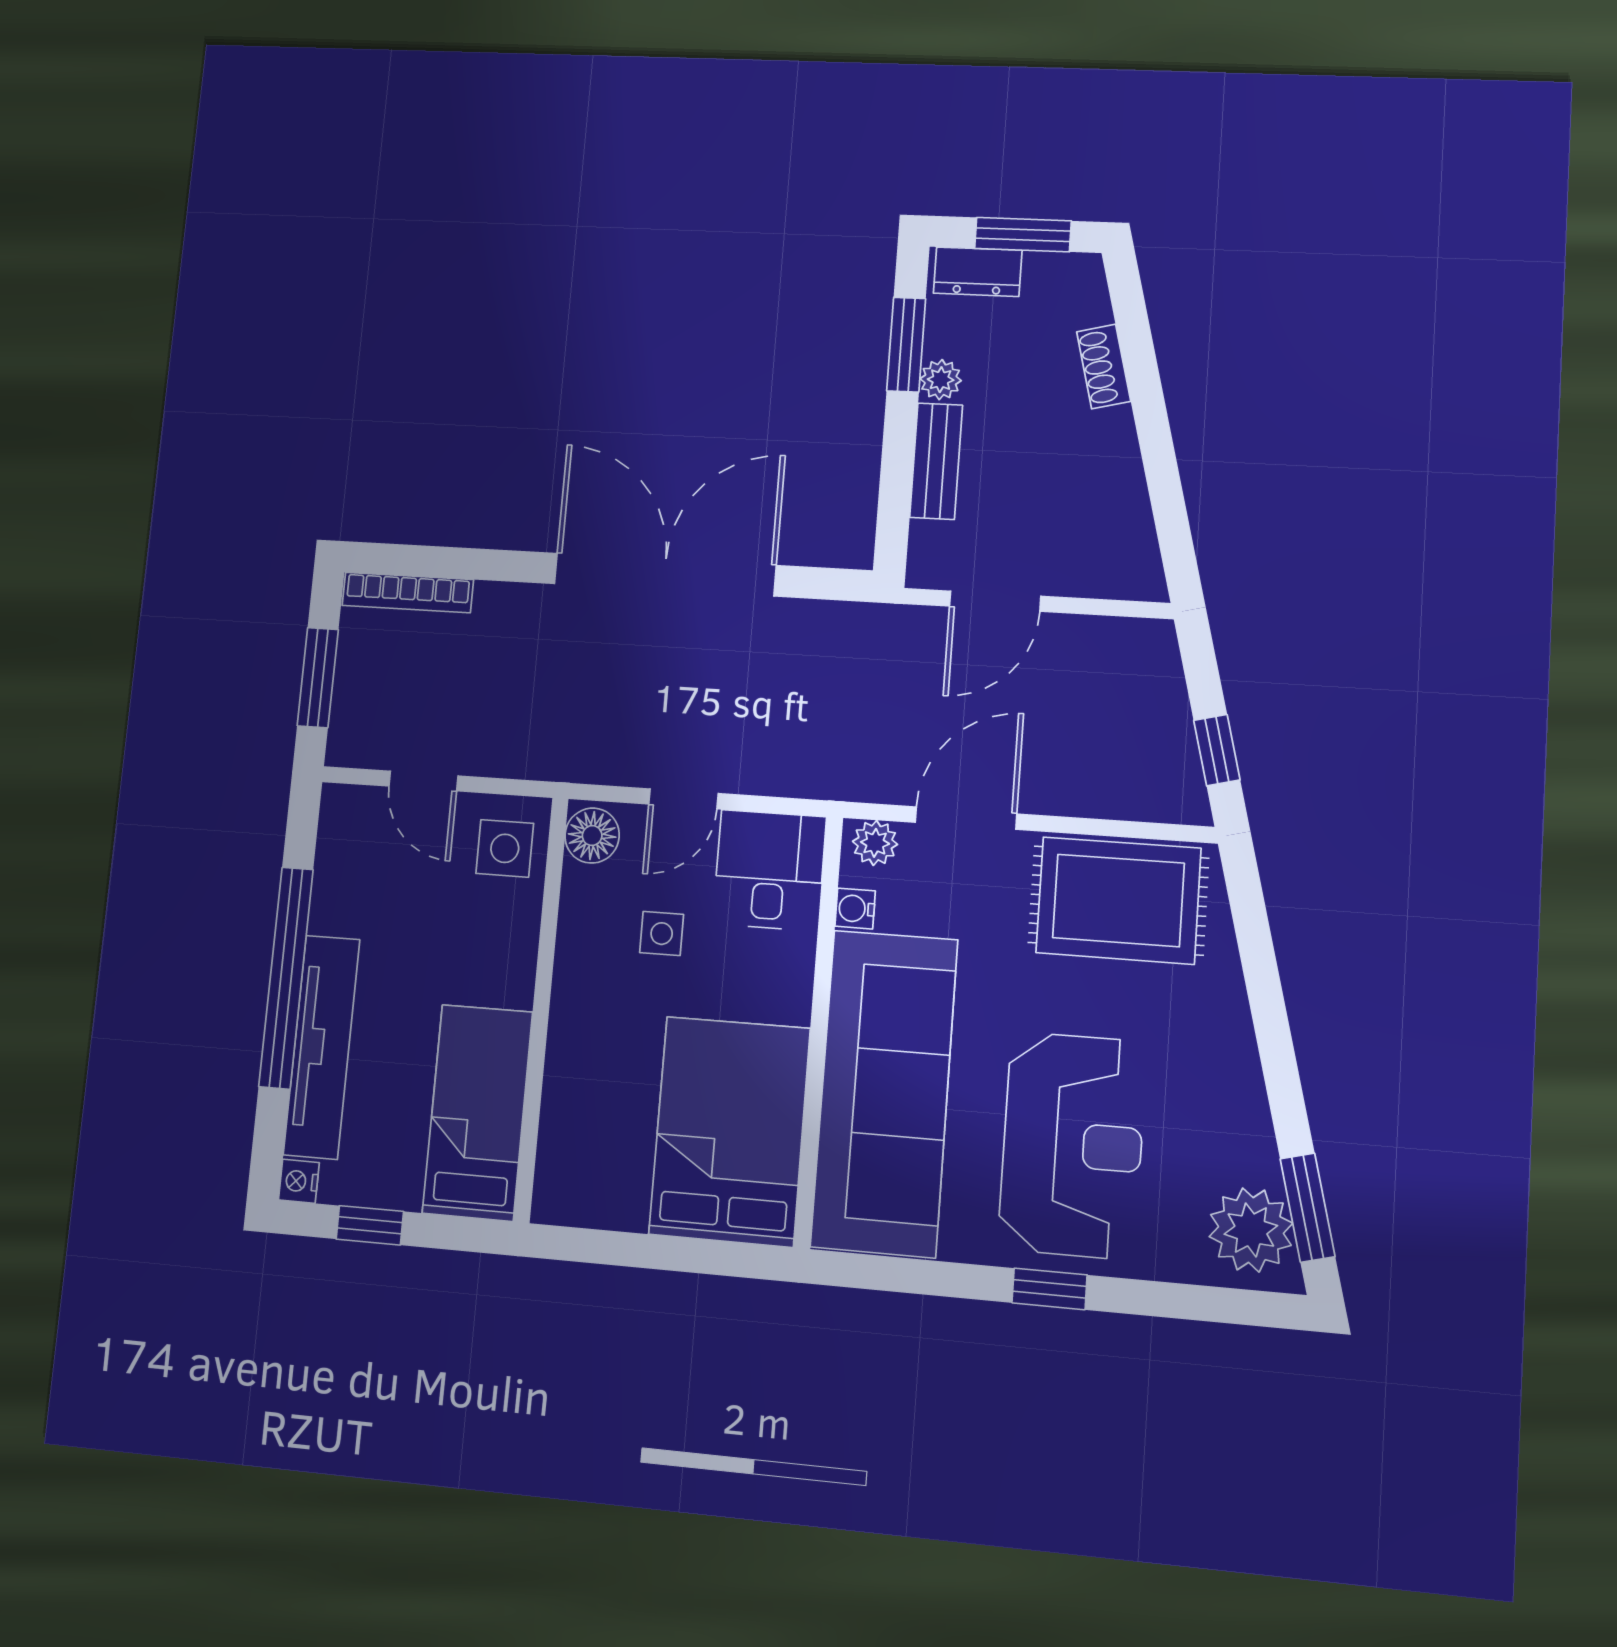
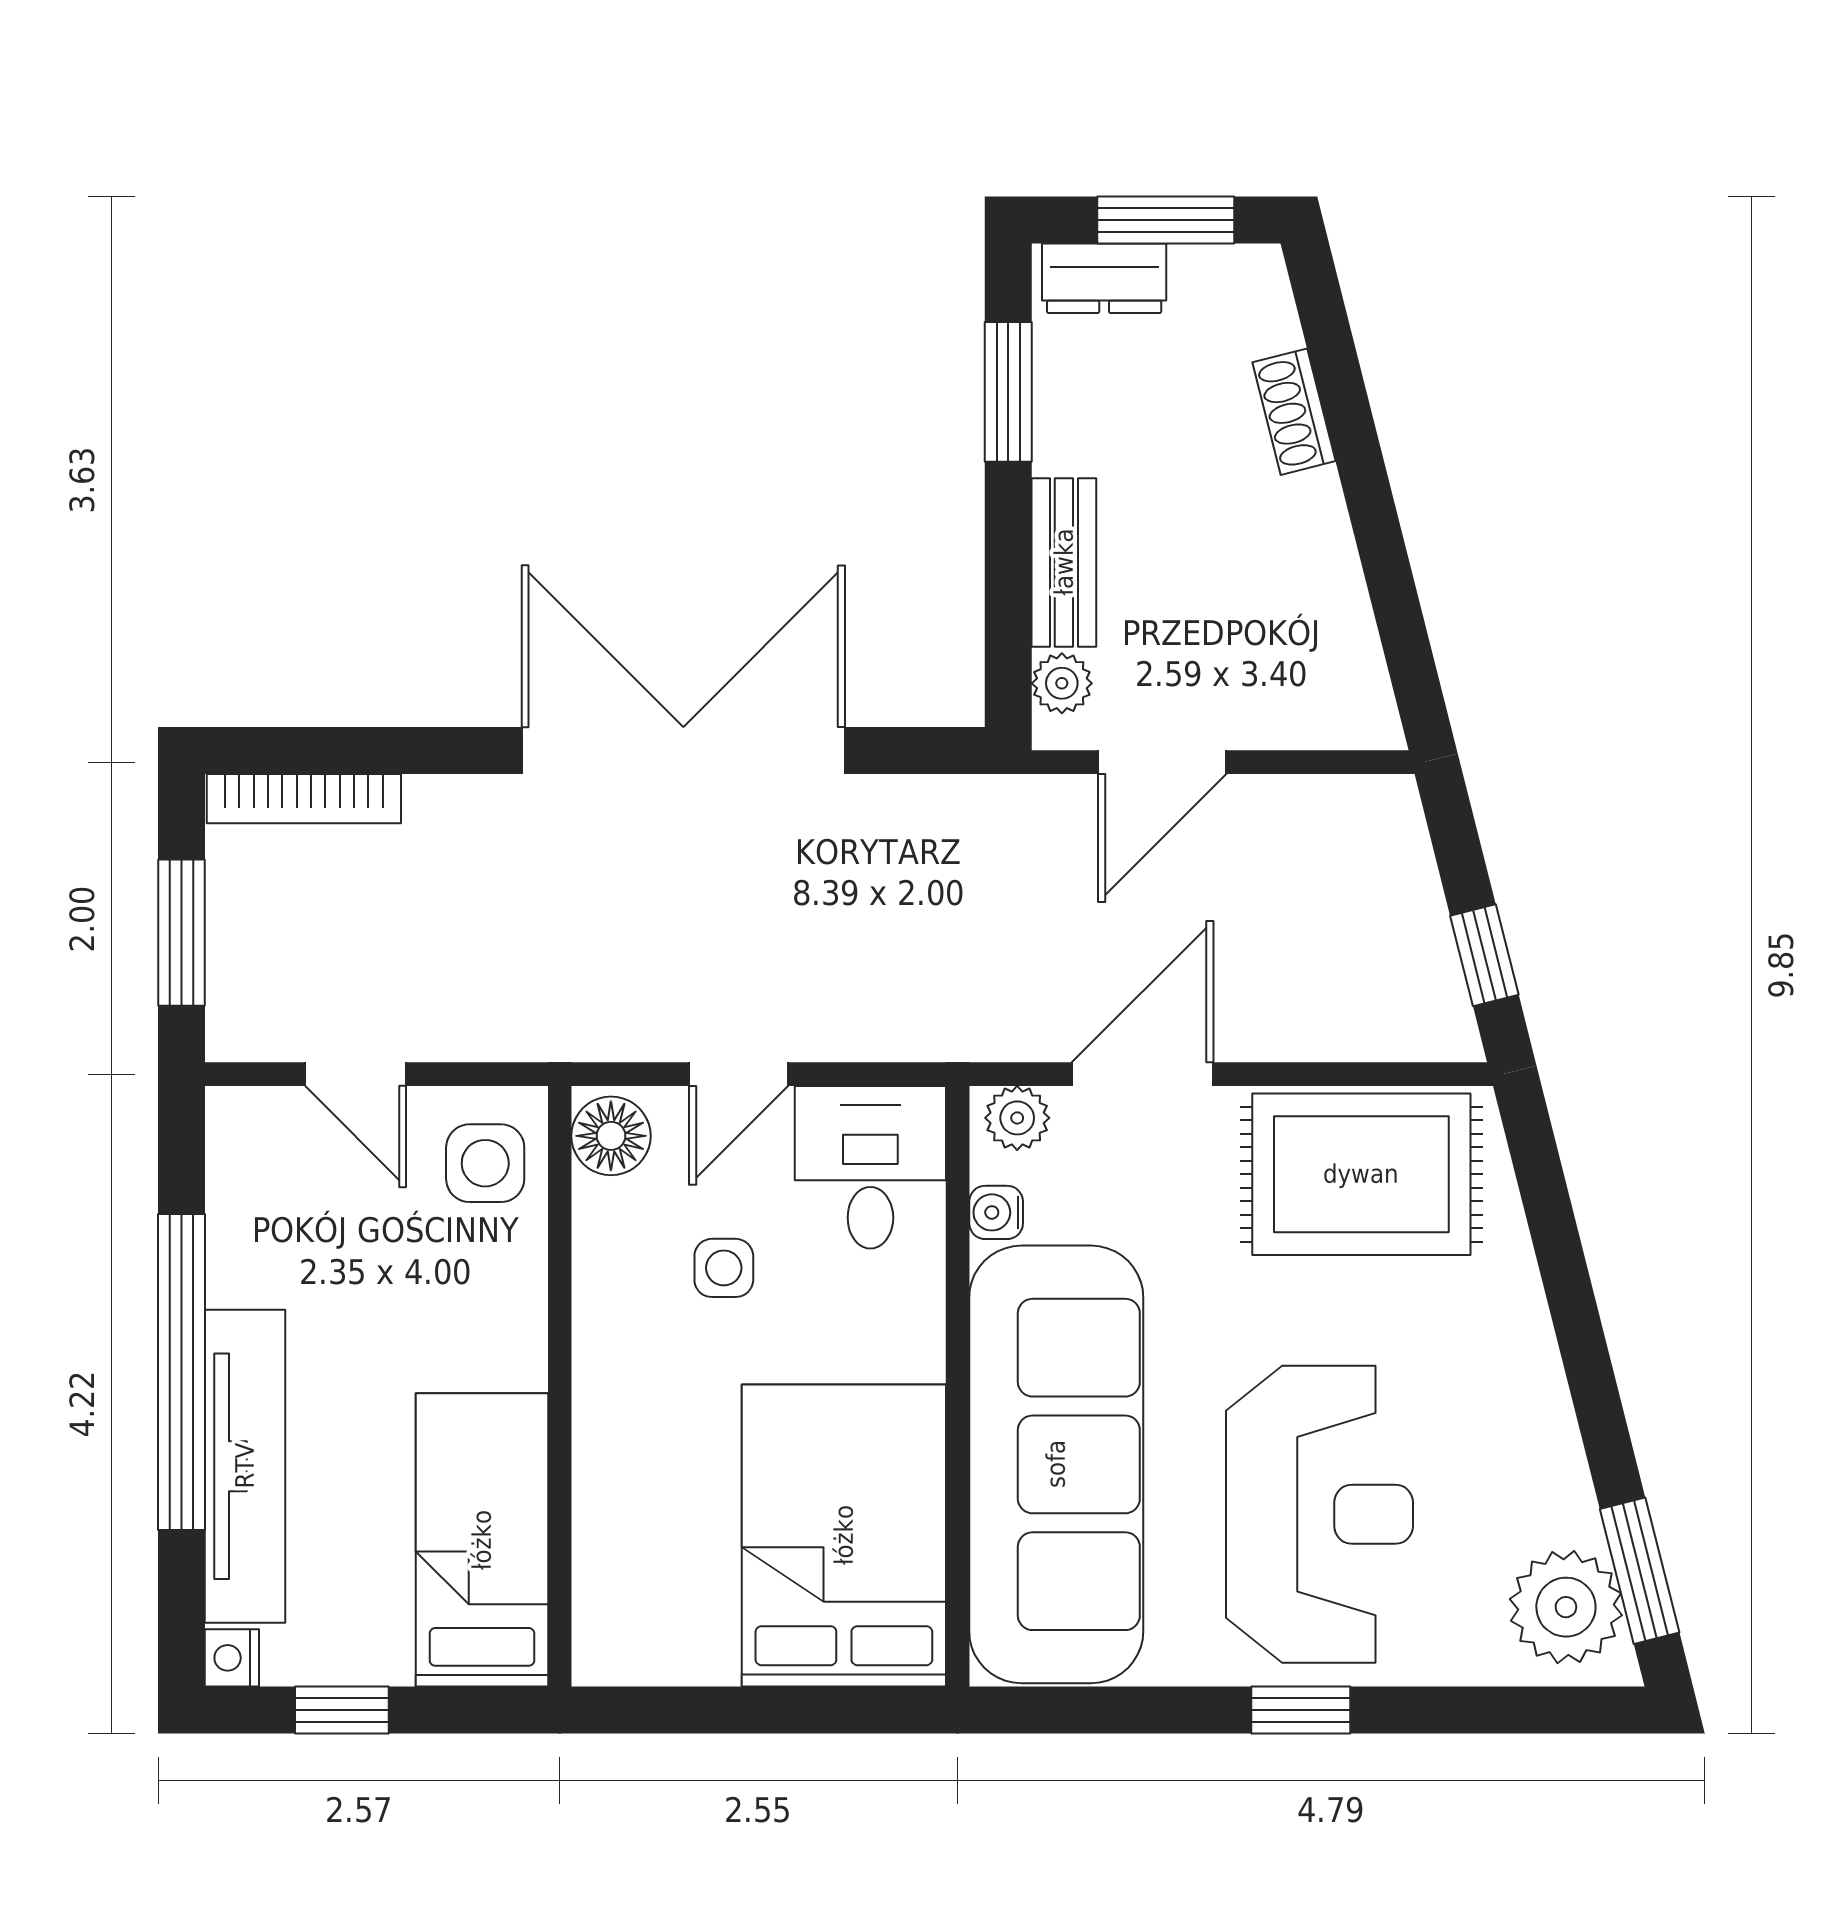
plant: (941, 380) -> (1062, 683), moved

